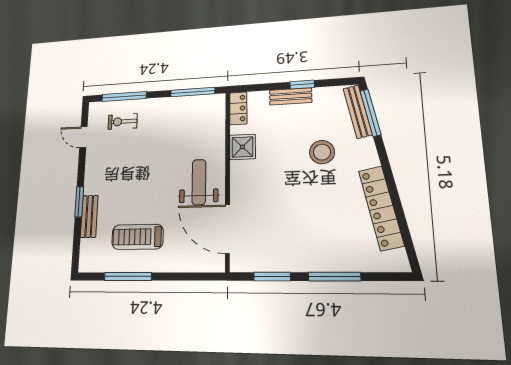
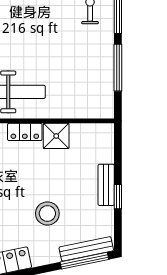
window: (193, 92) -> (118, 68), moved
locker: (238, 108) -> (25, 132), moved

